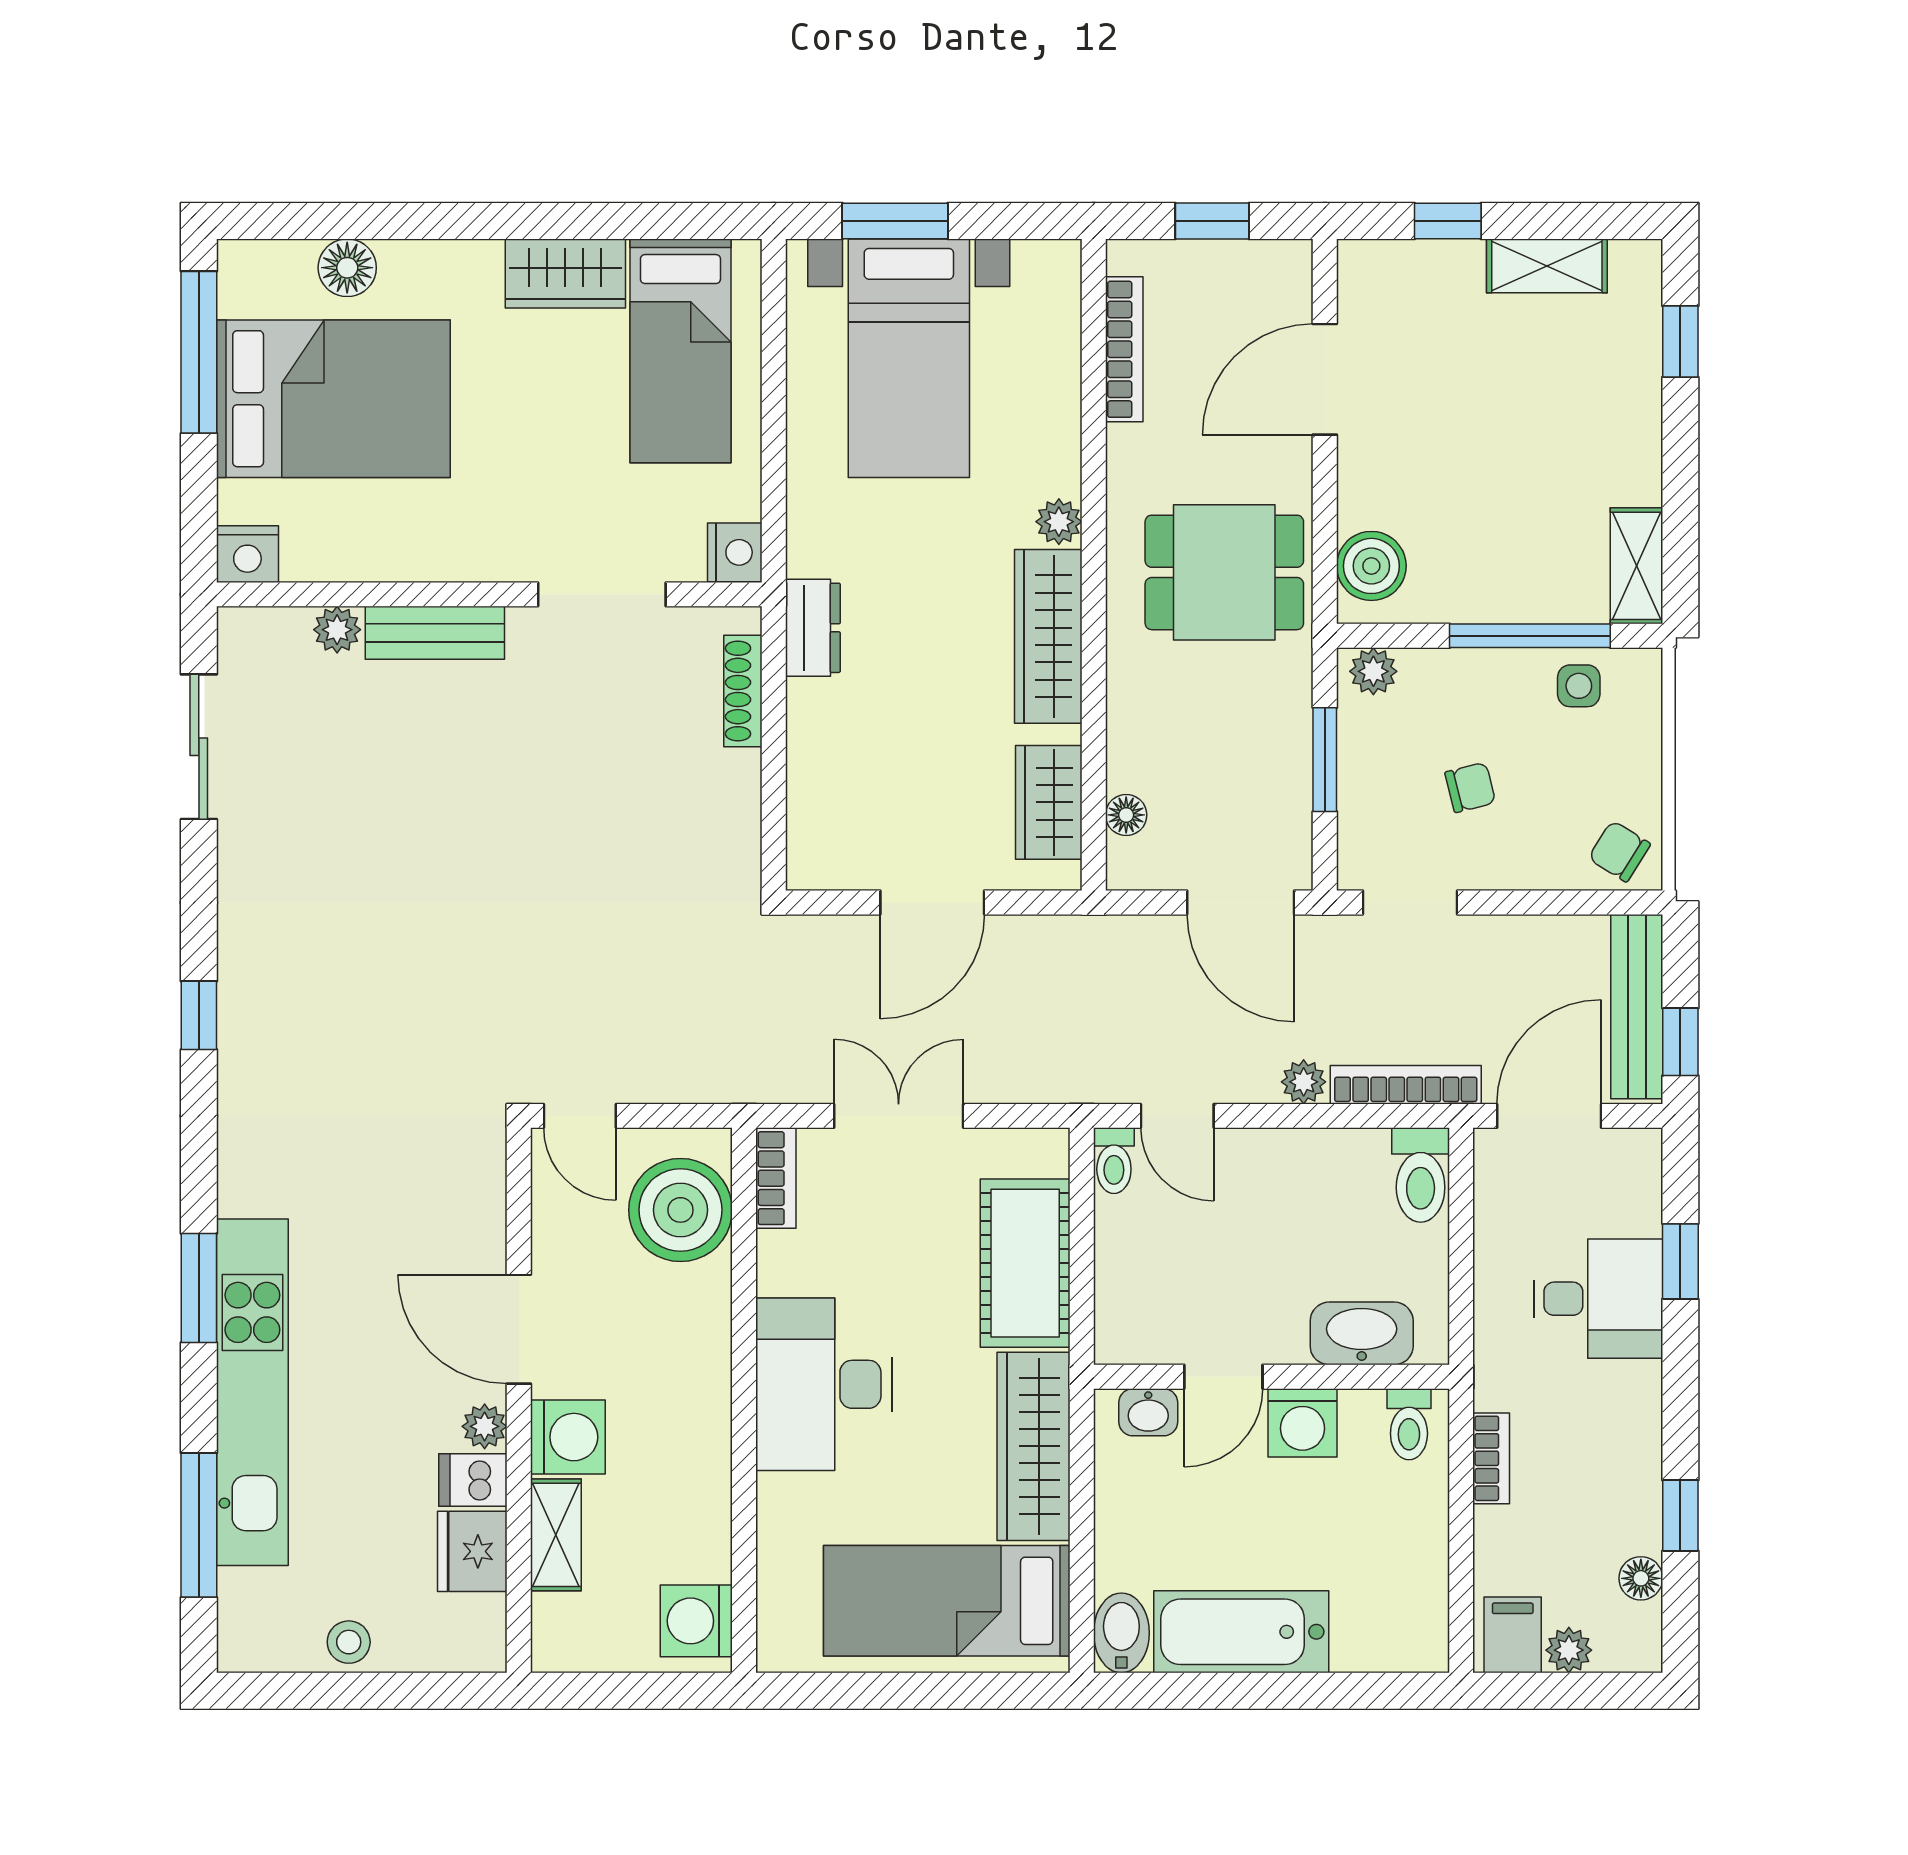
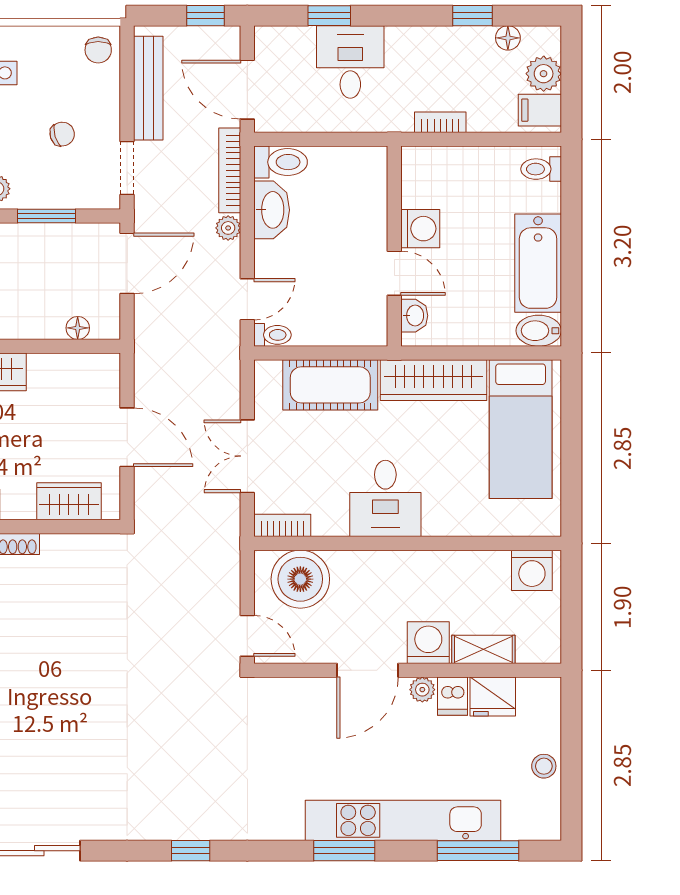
chair: (1470, 787) -> (62, 134), turned 87
wardrobe: (1049, 802) -> (69, 501), moved, turned 180
chair: (1619, 851) -> (98, 50), turned -32
bench: (1637, 1007) -> (148, 88), moved, turned 90
door: (580, 1116) -> (247, 636), hinge flipped
washbasin: (1362, 1333) -> (272, 210), moved, turned 180
desk: (824, 1384) -> (385, 498), width x0.73
toilet: (1409, 1424) -> (541, 169), moved, turned 180
plant: (1569, 1650) -> (544, 74), width x1.38, depth x1.38

